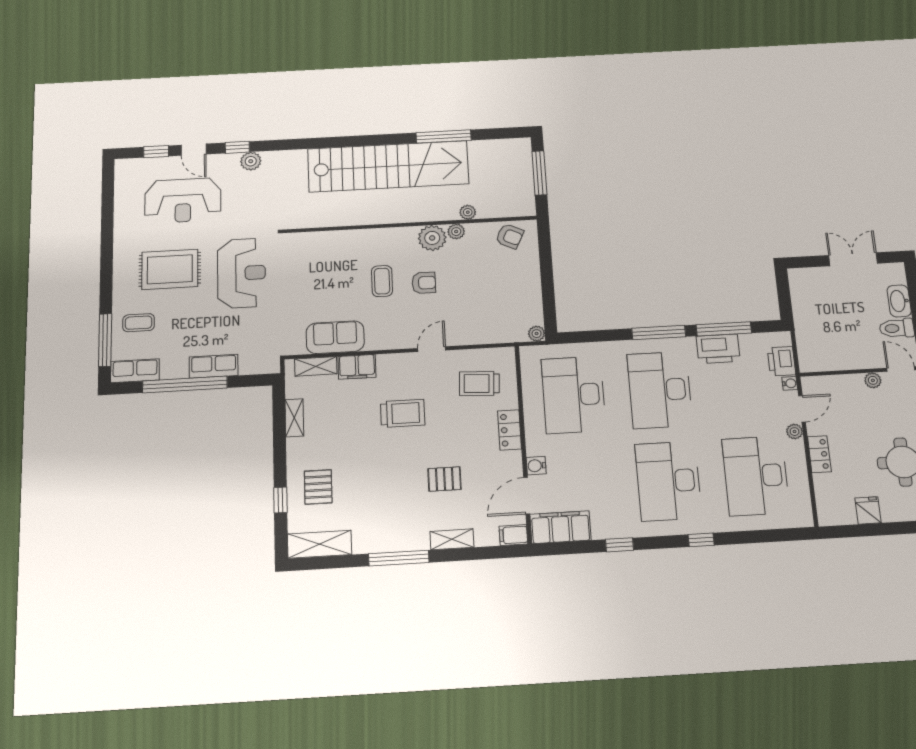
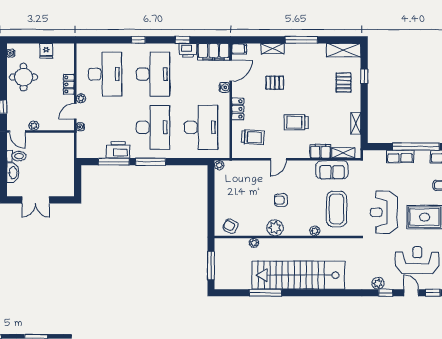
plant: (456, 232) -> (315, 231), moved
coffee table: (382, 281) -> (337, 209), moved, width x1.86, depth x1.72
printer: (781, 361) -> (188, 50), moved, turned 90

